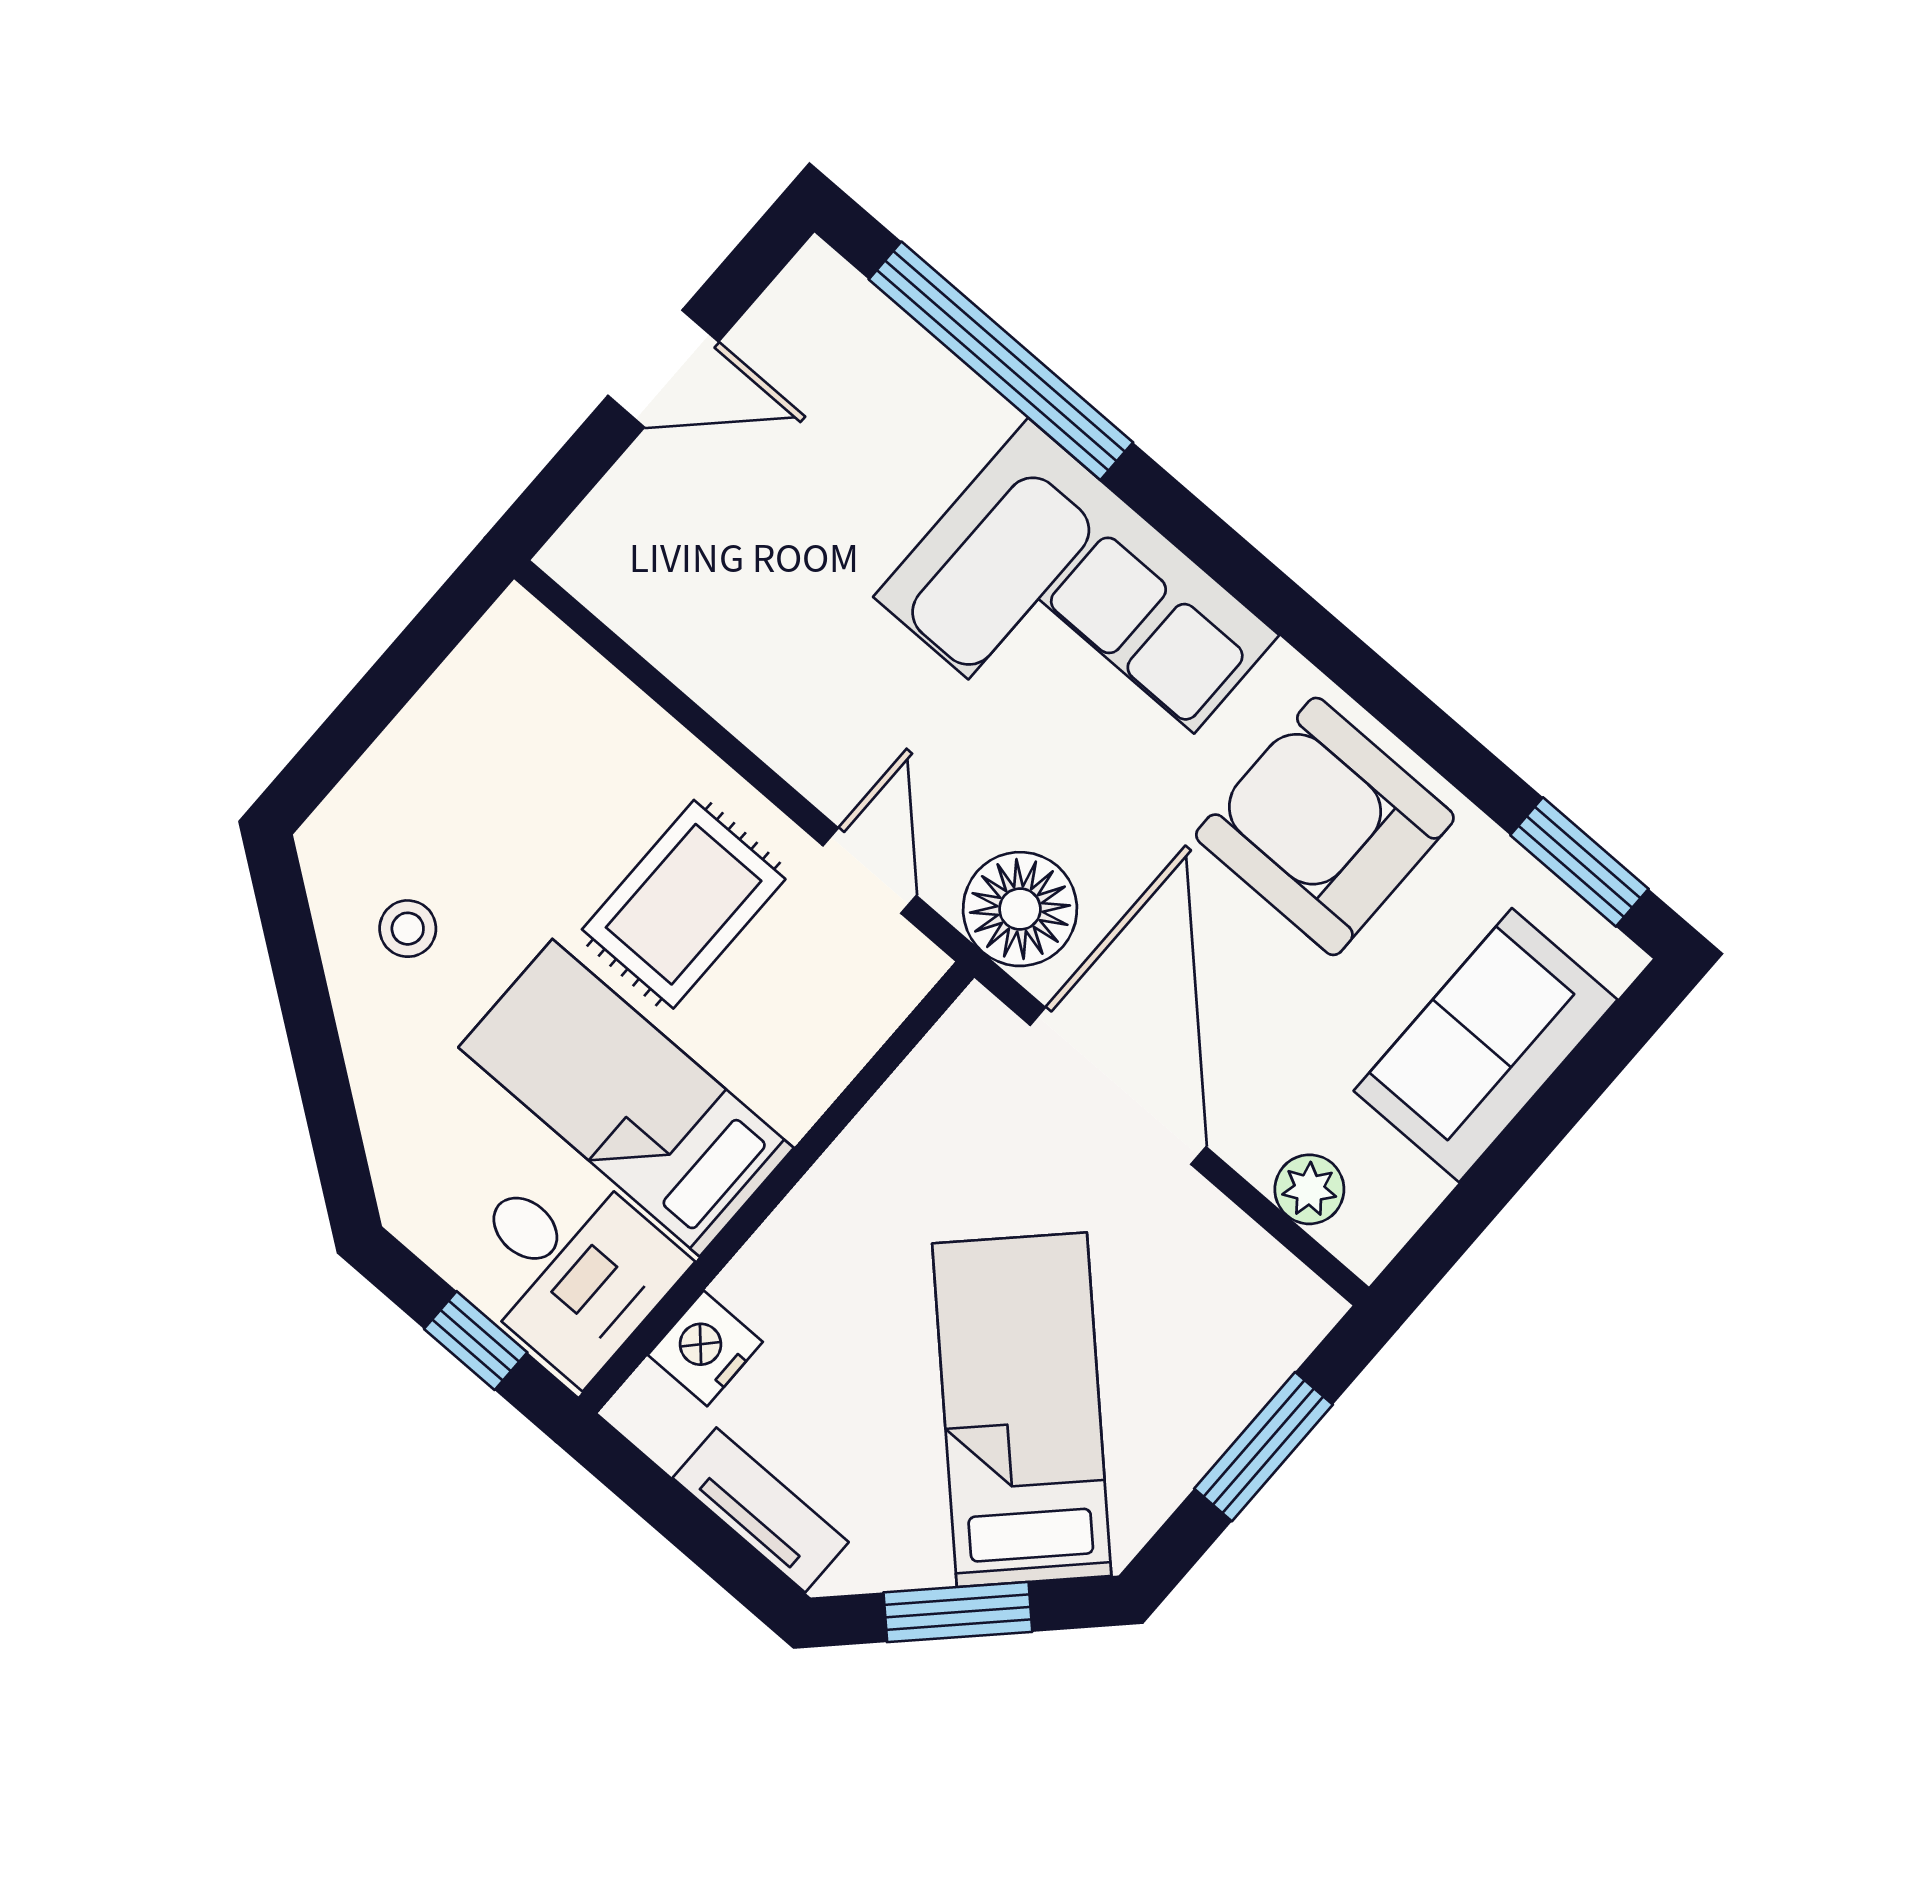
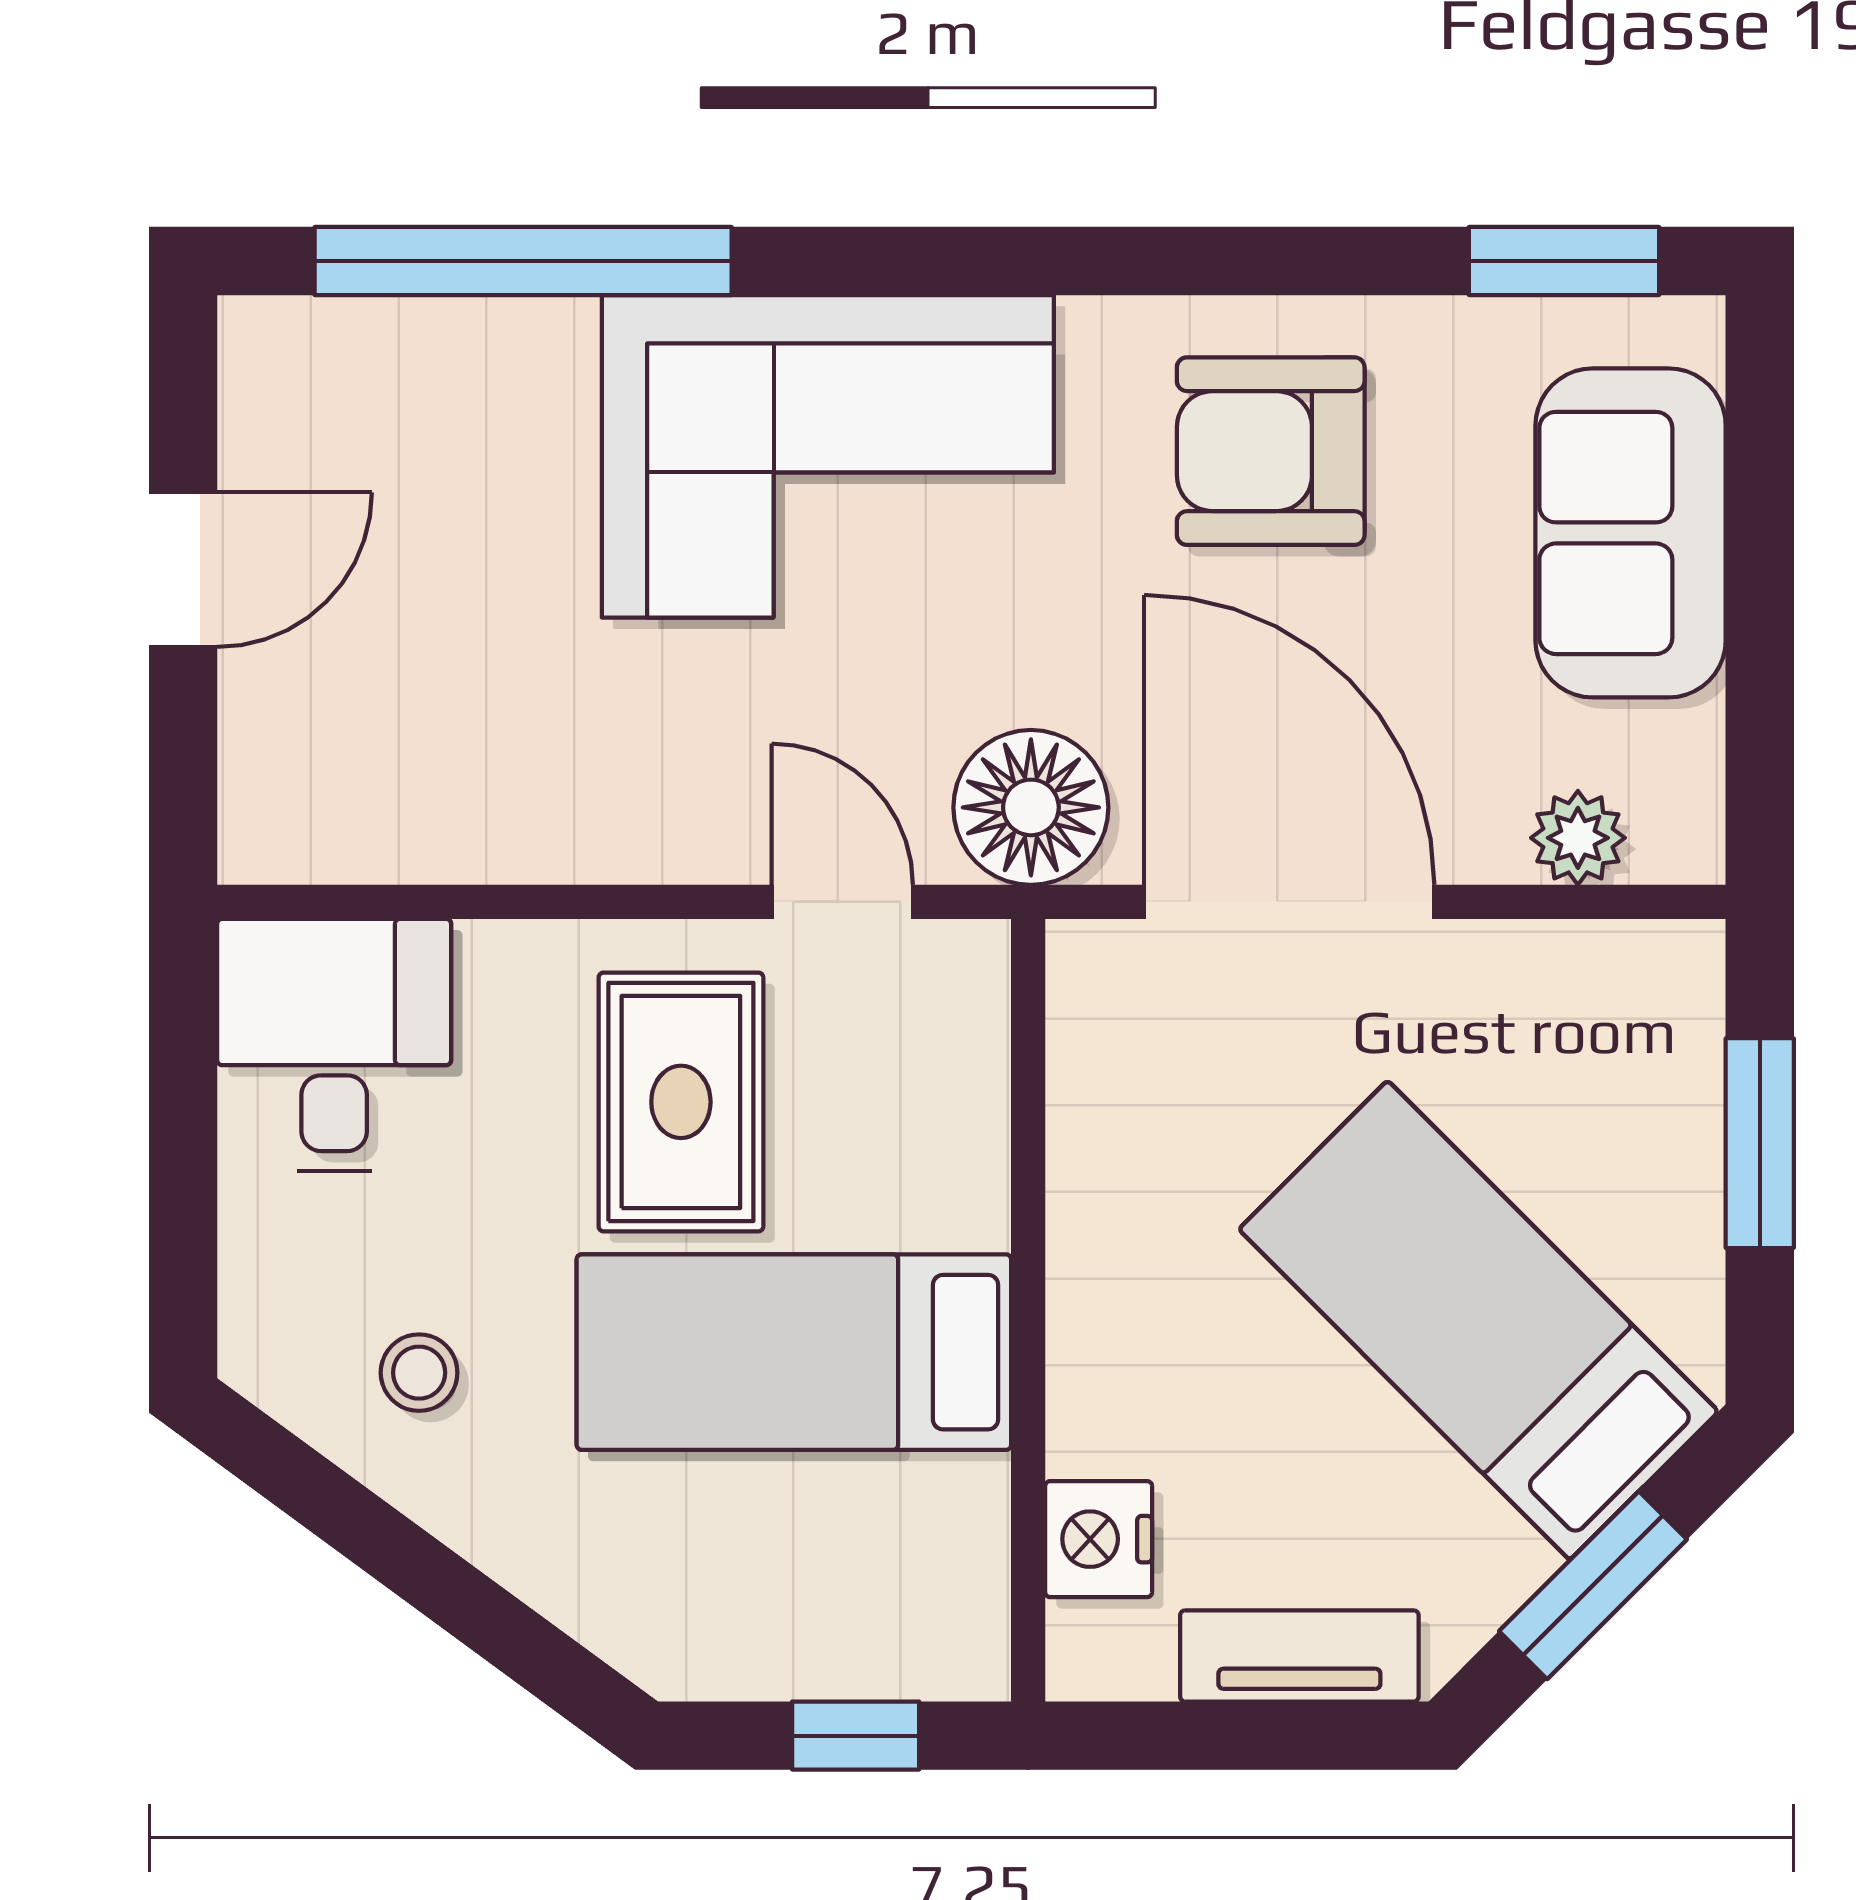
armchair: (1325, 826) -> (1271, 451), width x0.73, depth x0.73
desk: (569, 1266) -> (334, 1045), moved, turned -90

